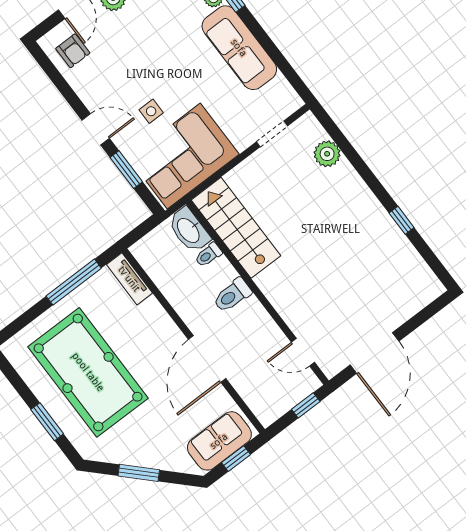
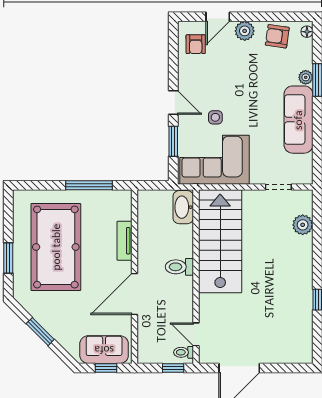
stairs: (236, 228) -> (220, 241), width x1.36, depth x1.51
toilet: (208, 255) -> (184, 352), moved
tv unit: (129, 279) -> (124, 241), moved

